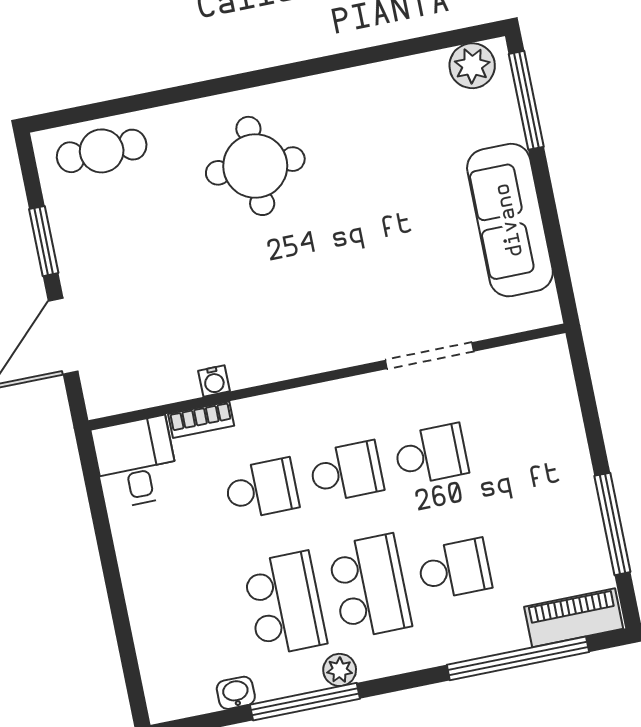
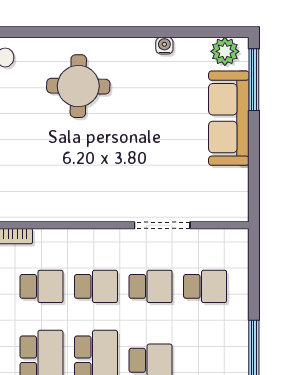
sofa: (510, 220) -> (229, 118), moved
water cooler: (214, 381) -> (164, 46), moved, turned 180
school desk: (516, 437) -> (205, 286), added

